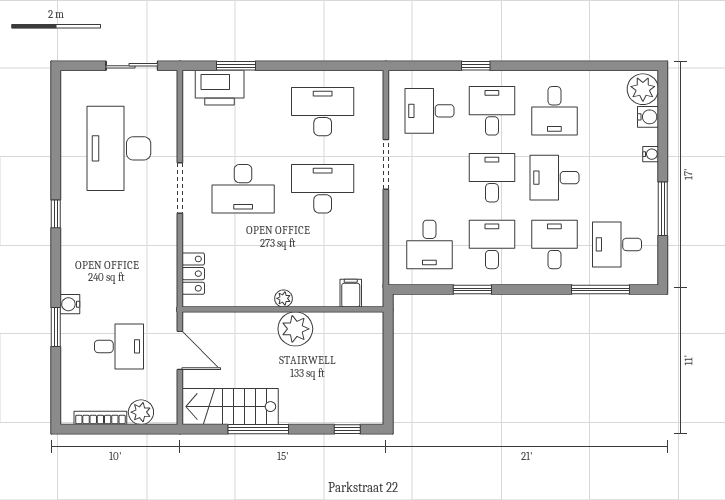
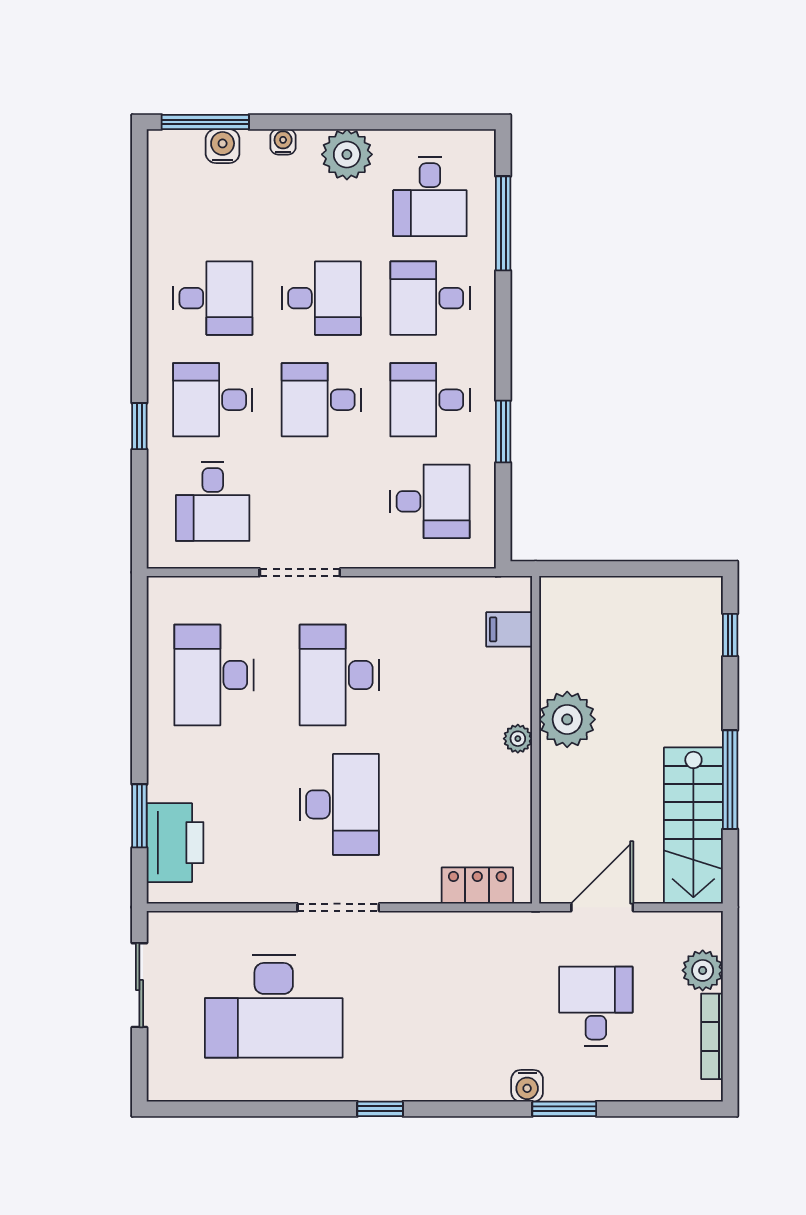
plant: (643, 89) -> (347, 154), moved
desk: (554, 178) -> (321, 298), turned -90
window: (663, 209) -> (205, 122), moved

